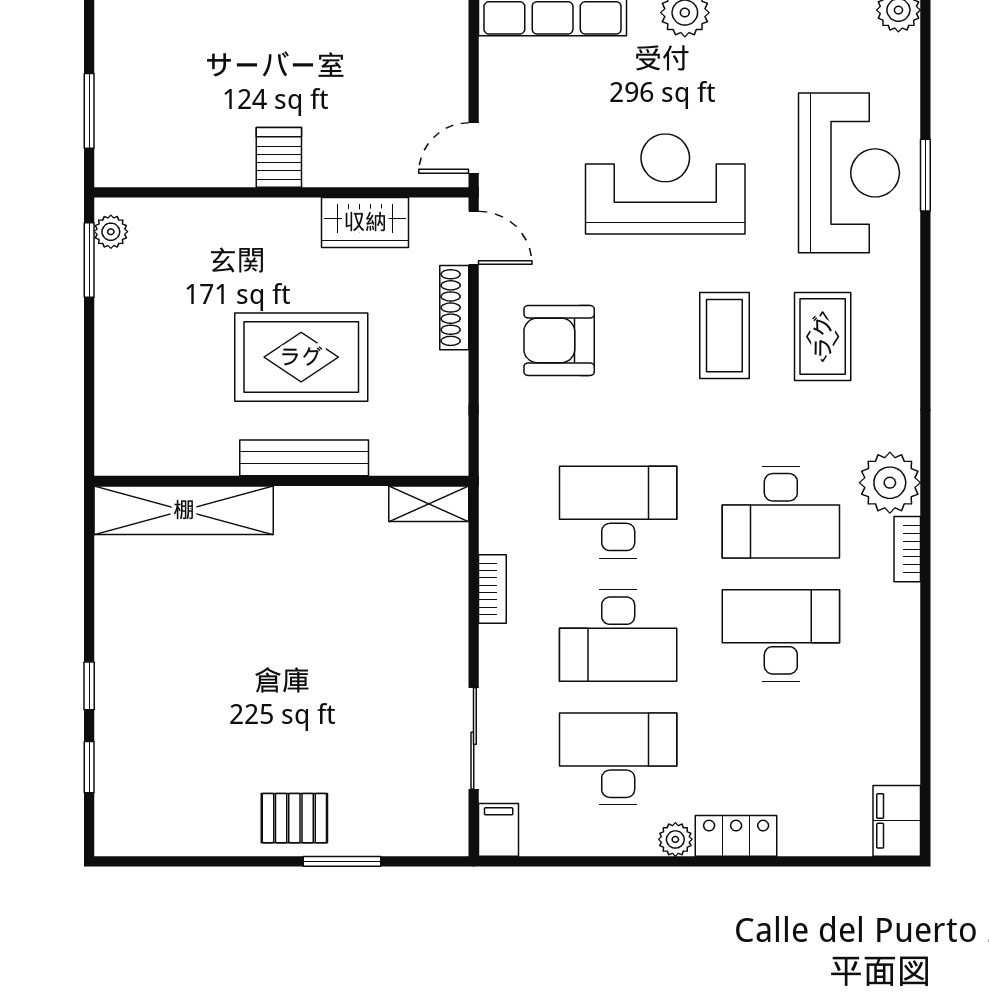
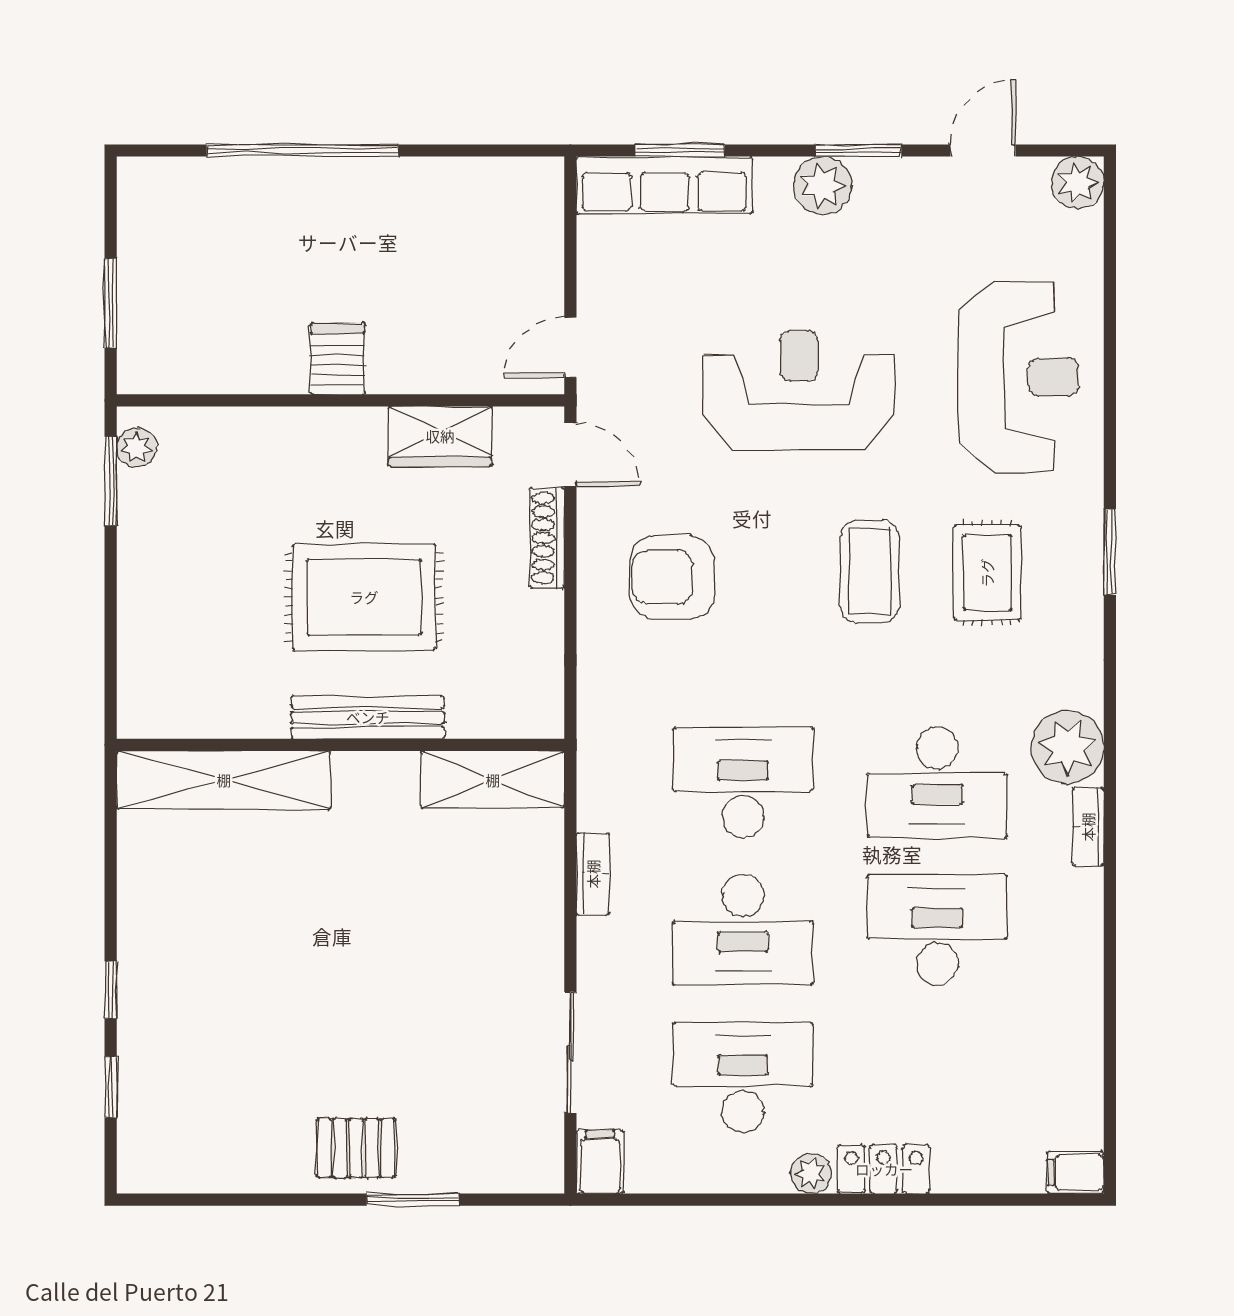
window: (925, 175) -> (1110, 552), moved
shelving: (429, 504) -> (493, 780), width x1.50, depth x1.33
filing cabinet: (897, 821) -> (1076, 1172), width x0.50

